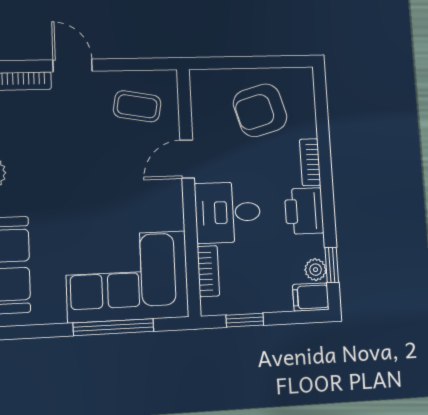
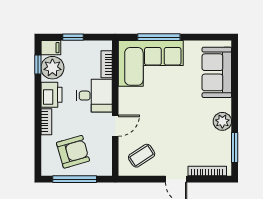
window: (254, 62) -> (75, 179), added
coffee table: (137, 106) -> (142, 156), turned -43
plant: (316, 270) -> (52, 68), width x1.88, depth x1.88
window: (245, 320) -> (73, 37), moved

